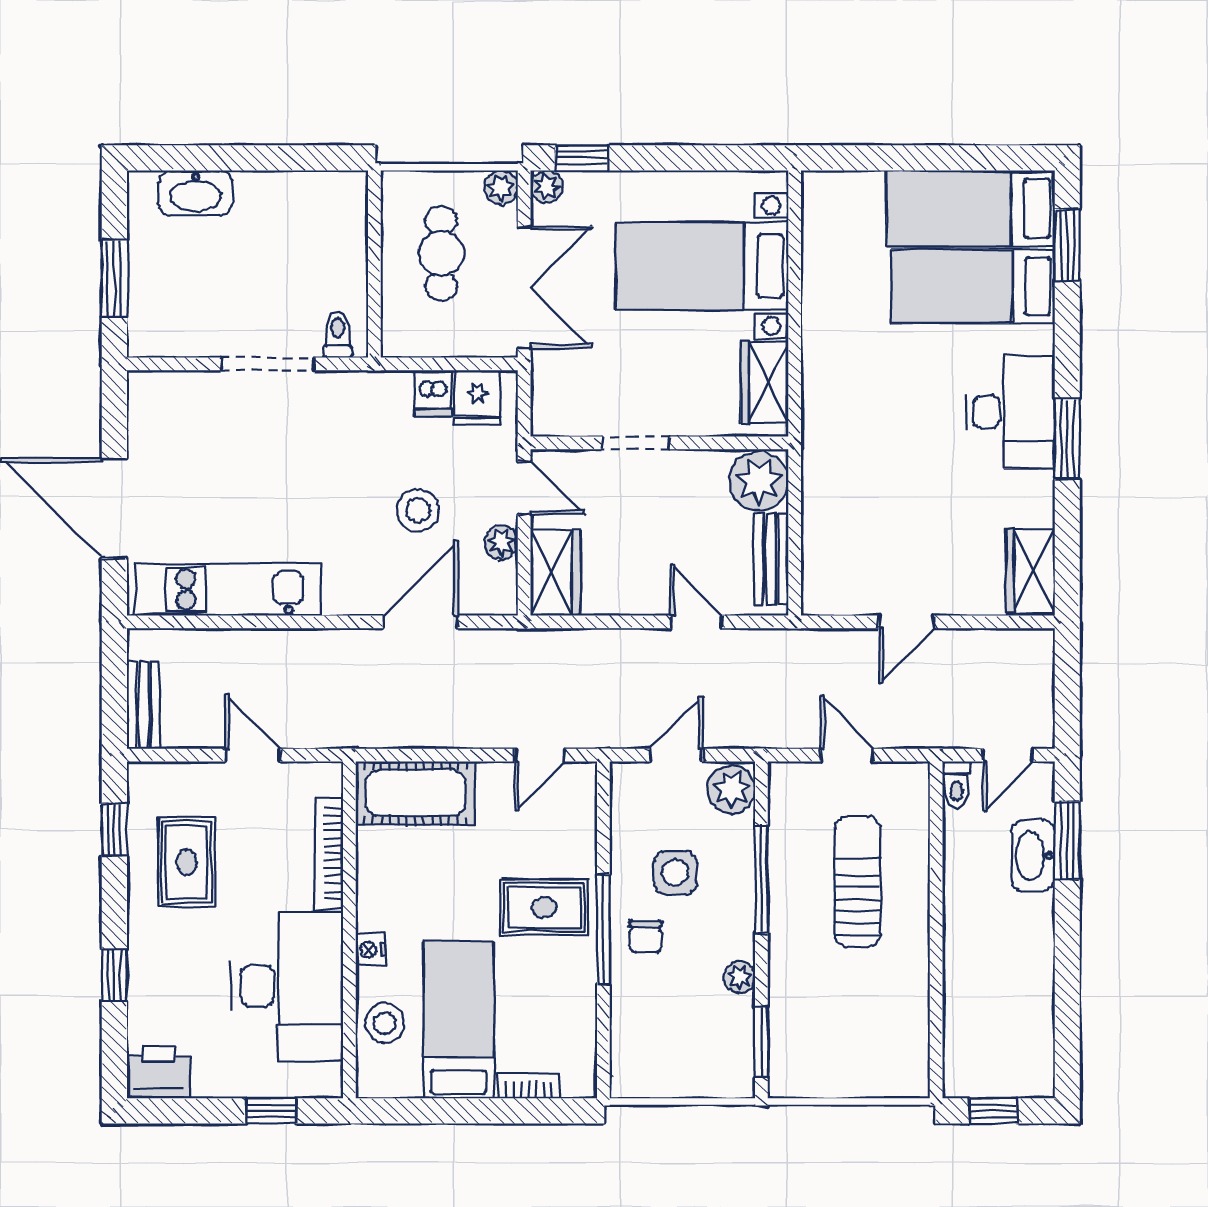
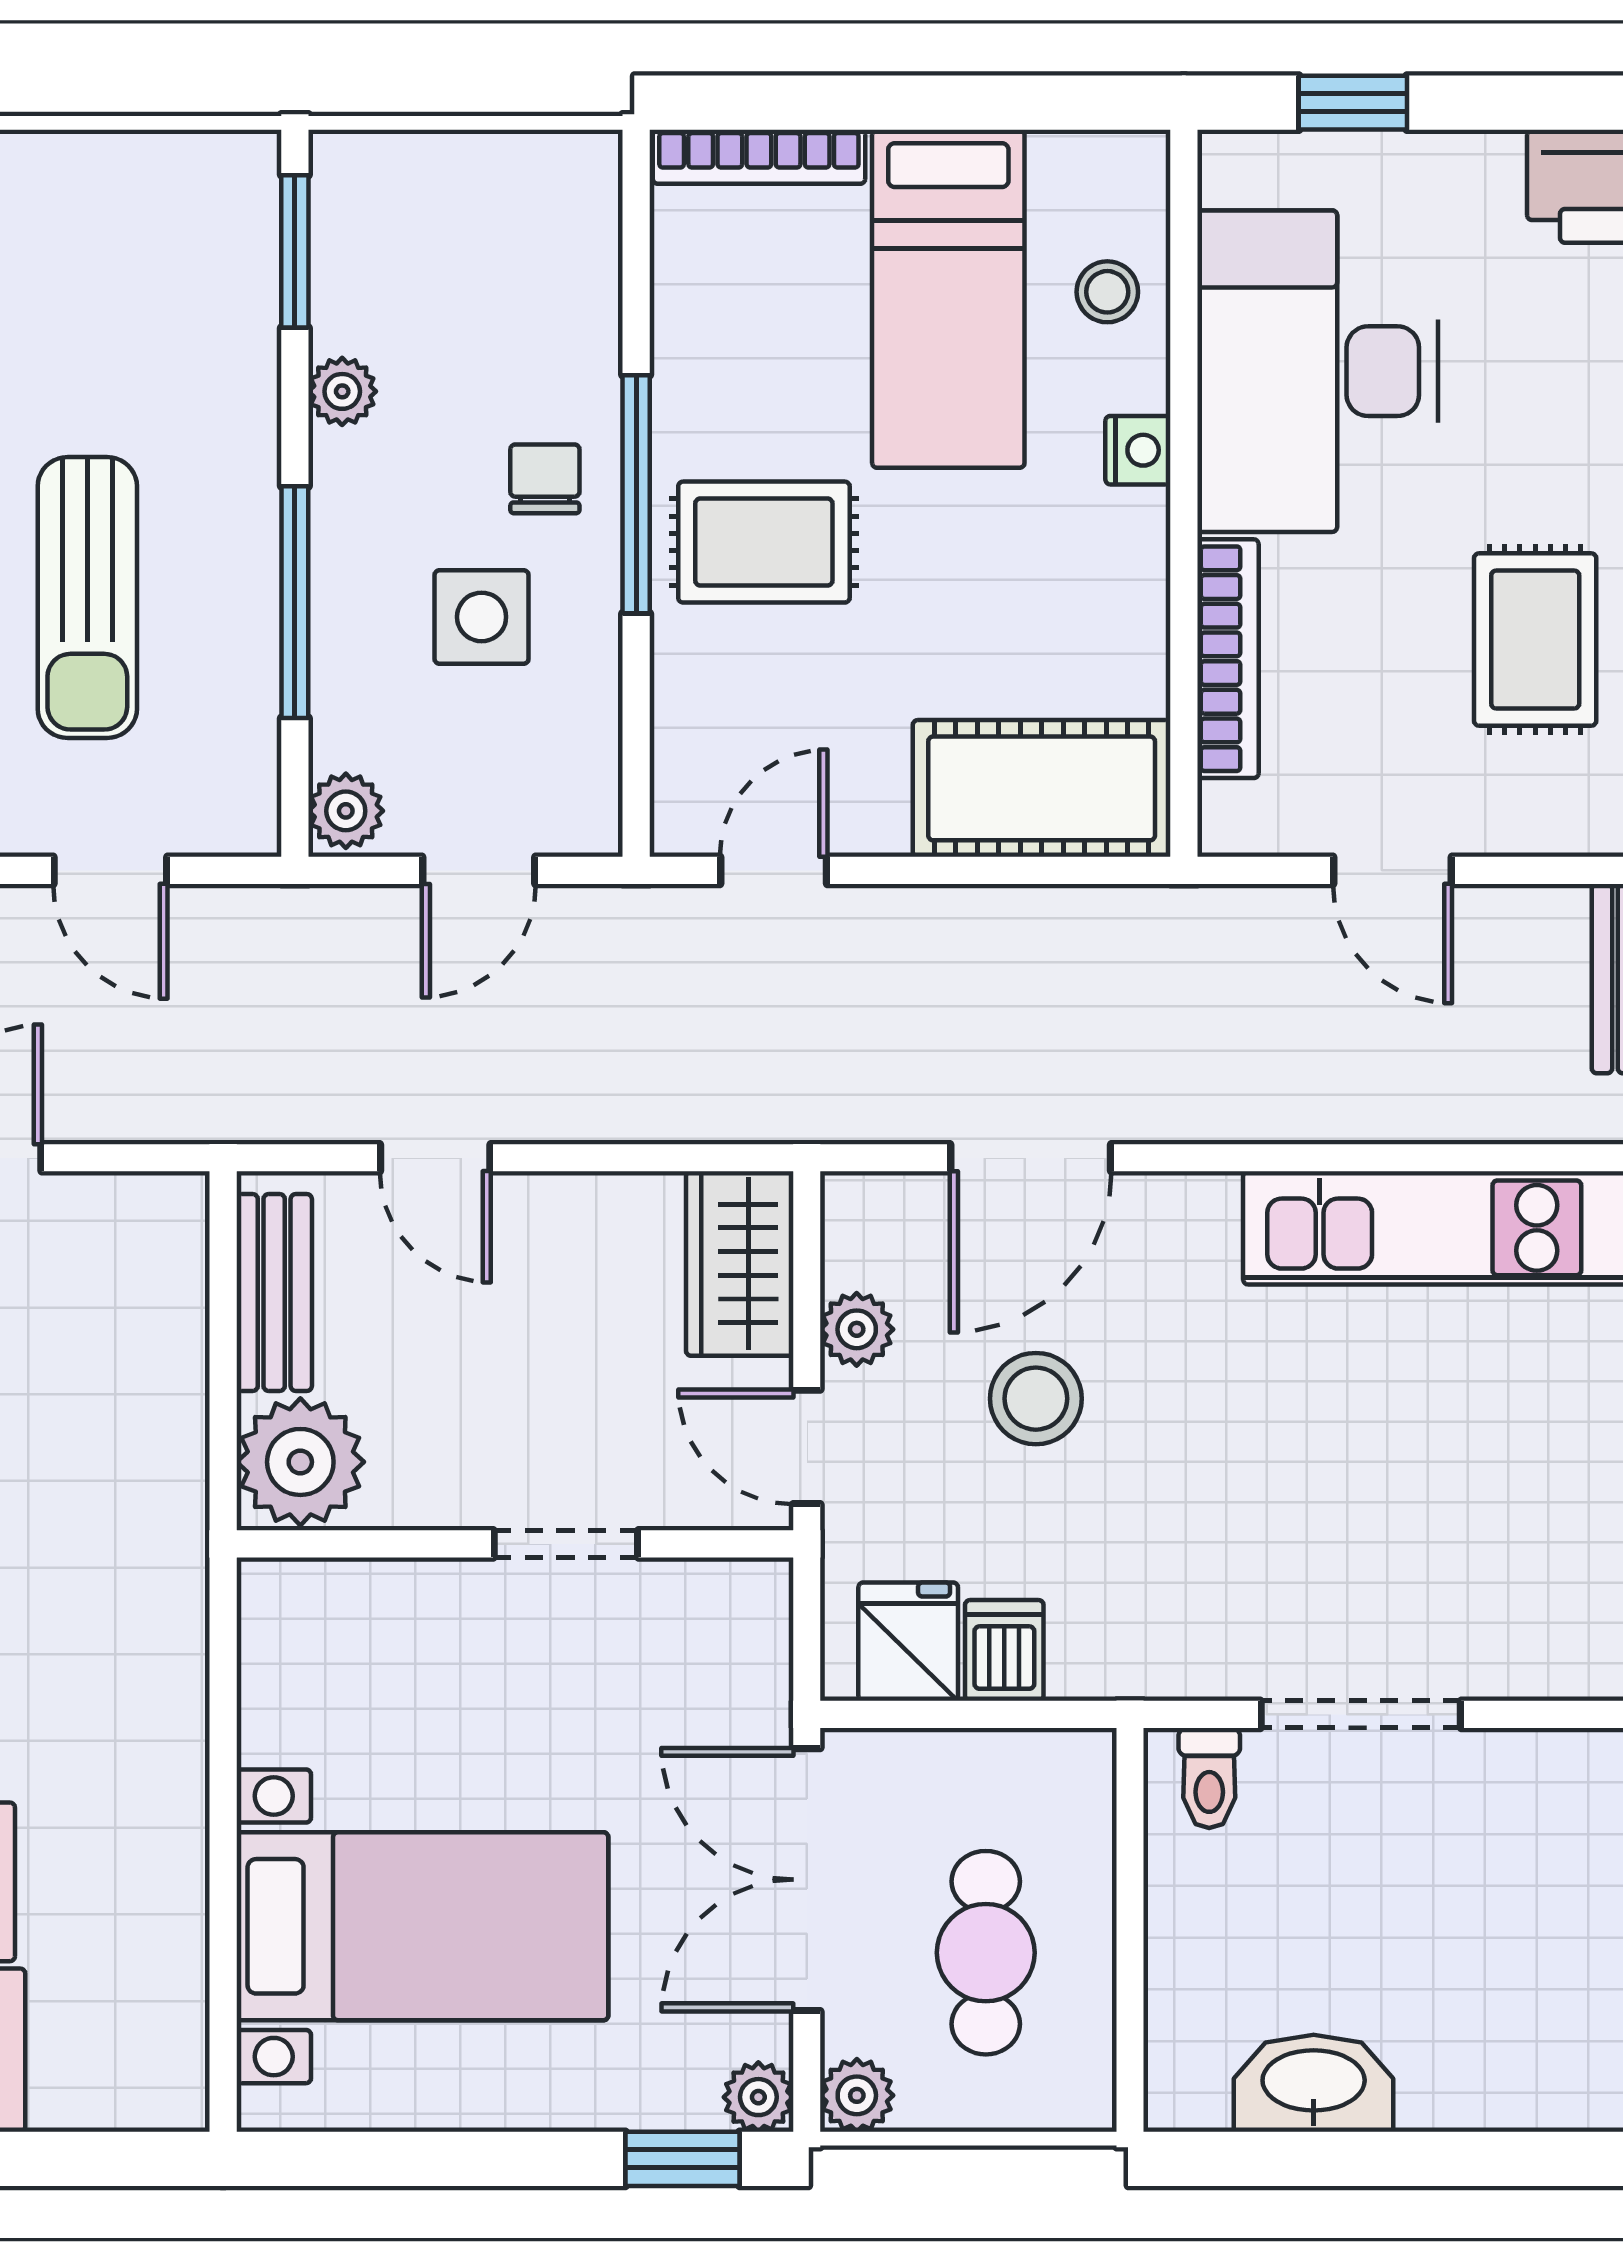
washbasin: (196, 193) -> (1314, 2083), moved
wardrobe: (765, 383) -> (288, 1674), removed
plant: (731, 789) -> (346, 811), width x0.73, depth x0.73
stool: (385, 1023) -> (1107, 292), width x0.73, depth x0.73
bookcase: (529, 1086) -> (759, 157), width x1.56

